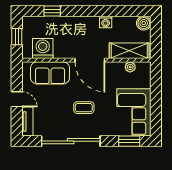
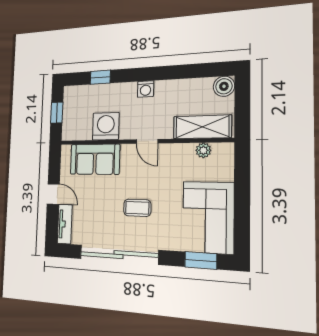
washing machine: (106, 22) -> (146, 89), moved
washing machine: (43, 48) -> (106, 126), moved
door: (90, 60) -> (147, 141), width x0.53

